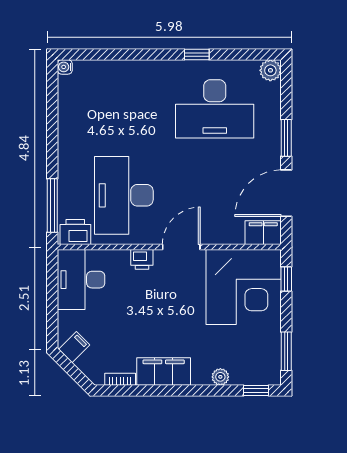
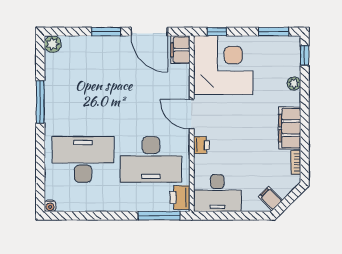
window: (197, 55) -> (40, 102), width x2.17
desk: (215, 109) -> (83, 159), moved, turned -90

